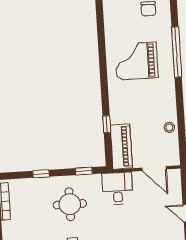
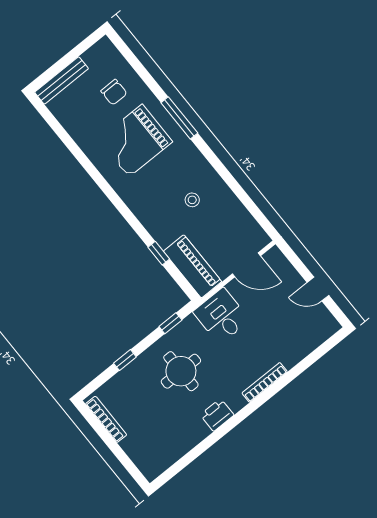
window: (177, 52) -> (179, 118), width x0.68
grand piano: (136, 61) -> (135, 141), moved
stool: (169, 127) -> (192, 200), moved

